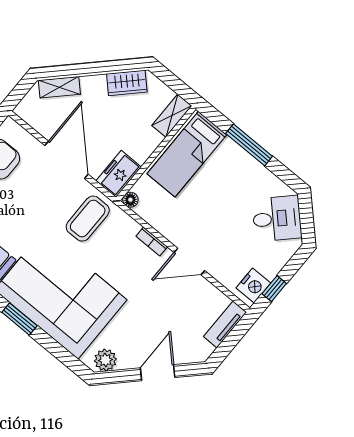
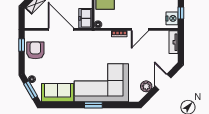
coffee table: (88, 219) -> (88, 45), removed
plant: (105, 360) -> (146, 86), moved

